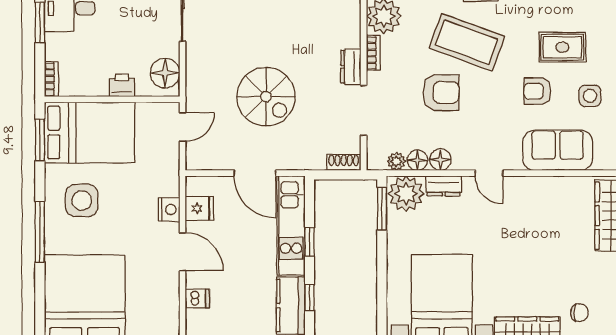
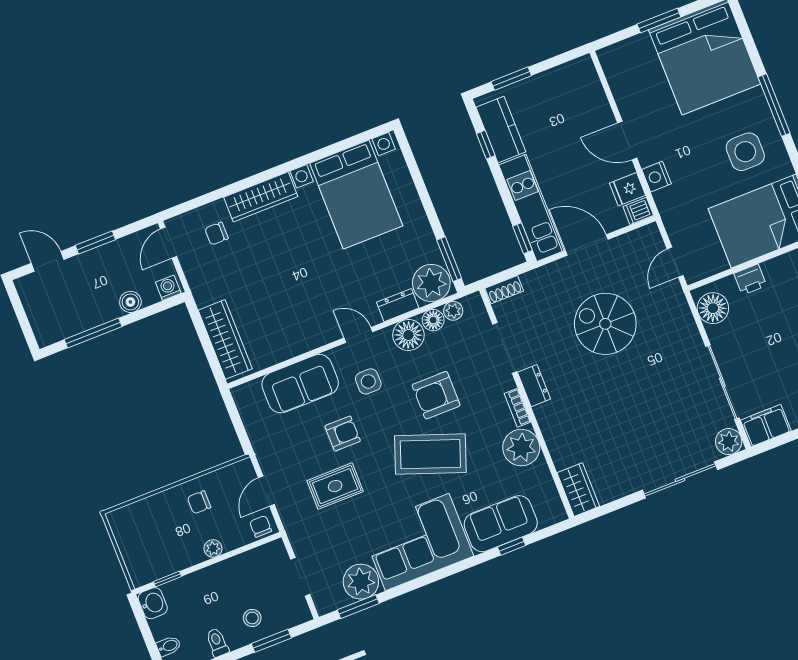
side table: (590, 96) -> (368, 381), moved
floor lamp: (440, 160) -> (408, 335), width x1.38, depth x1.38
window: (309, 242) -> (523, 238), moved
dishwasher: (197, 298) -> (638, 211), moved

